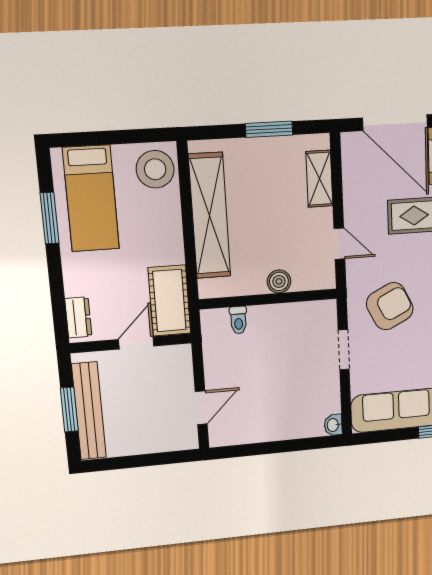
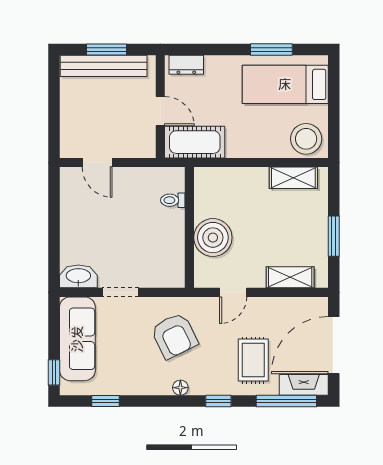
shelving: (210, 216) -> (293, 178), width x0.45, depth x0.75
boiler: (279, 281) -> (213, 238), width x1.86, depth x1.86
doorway: (344, 350) -> (120, 292), moved
washbasin: (333, 425) -> (78, 276), width x1.91, depth x1.45

